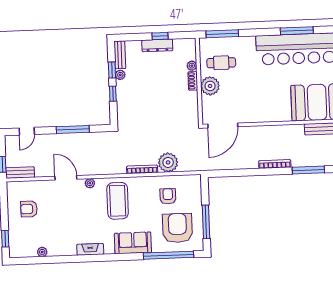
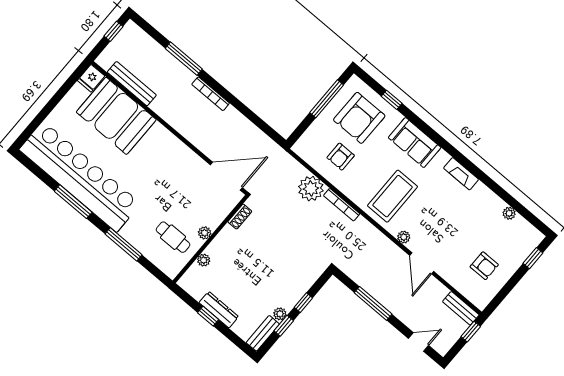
window: (222, 34) -> (123, 244), moved
shoe rack: (193, 81) -> (240, 217), moved
plant: (210, 86) -> (205, 233), width x0.53, depth x0.53
window: (168, 255) -> (392, 100), width x0.32

